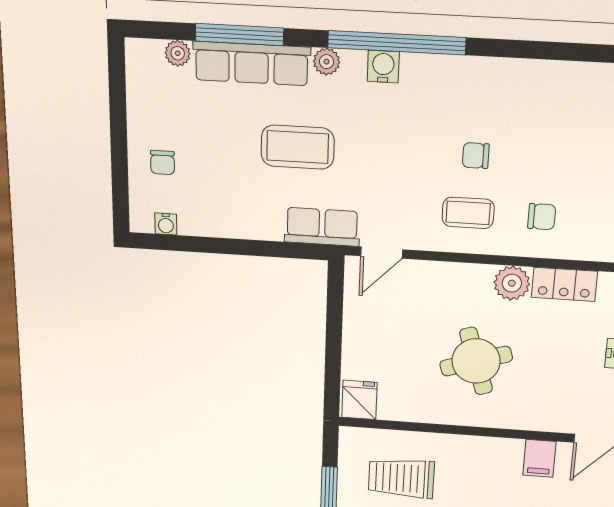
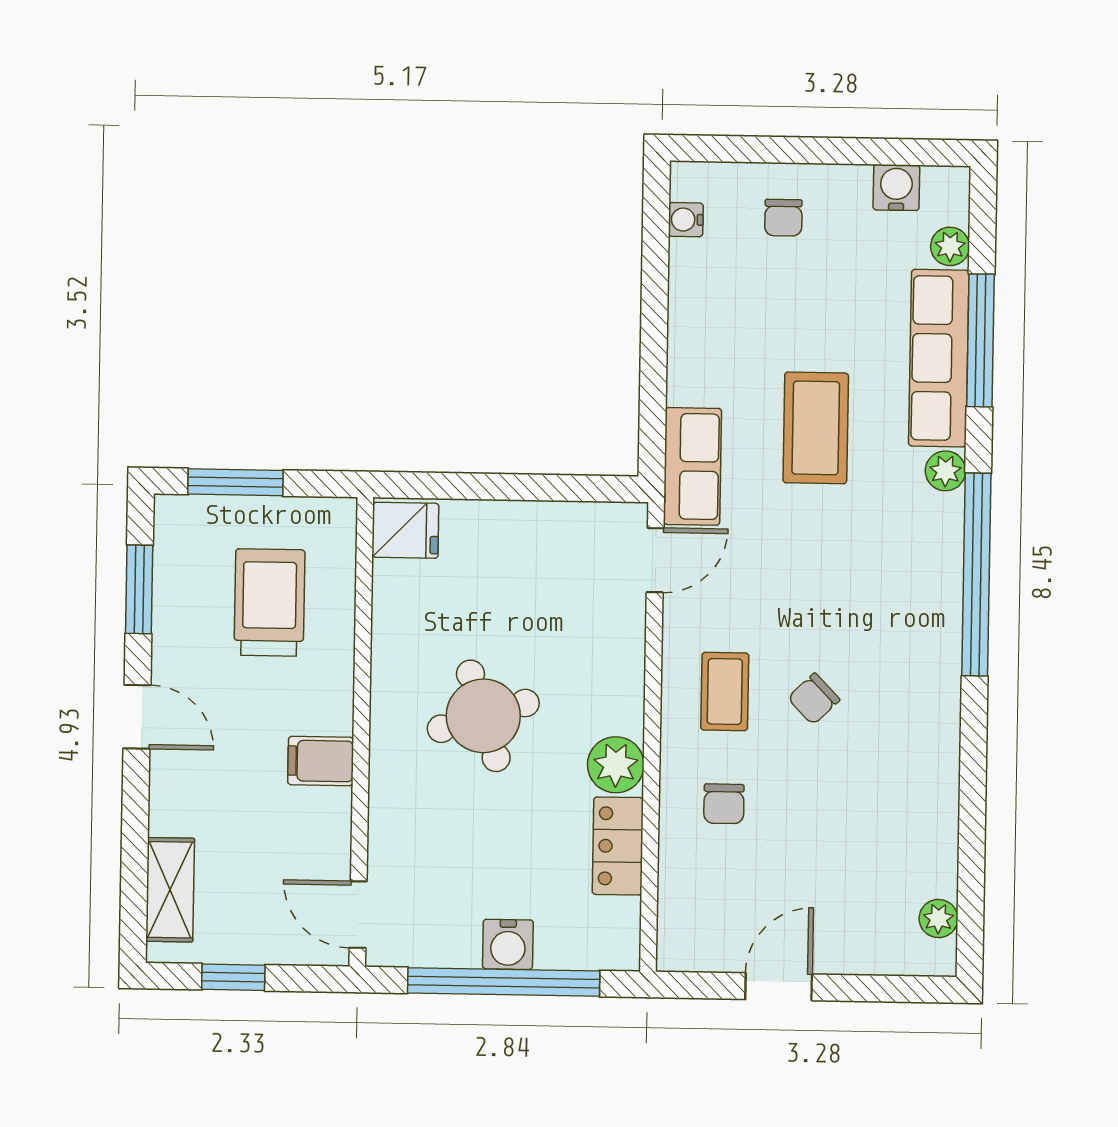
water cooler: (383, 67) -> (896, 187), moved, turned -90
chair: (476, 156) -> (814, 699), turned -134
chair: (163, 162) -> (783, 218), turned -90
door: (382, 253) -> (655, 560), swing flipped
filing cabinet: (539, 458) -> (321, 761), moved

